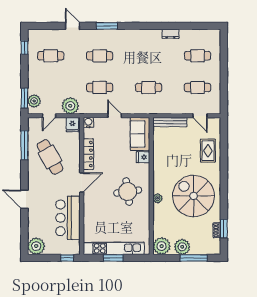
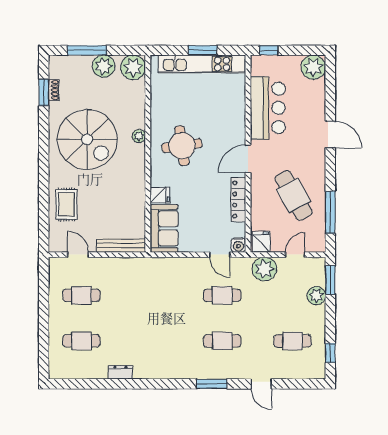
cafe table: (149, 87) -> (152, 295), removed
plant: (34, 101) -> (316, 296), moved
door: (115, 116) -> (220, 255), moved

